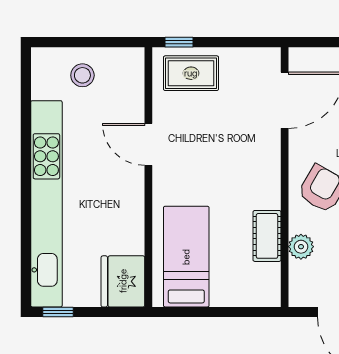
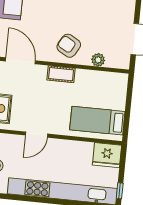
cot: (267, 236) -> (61, 74), moved

